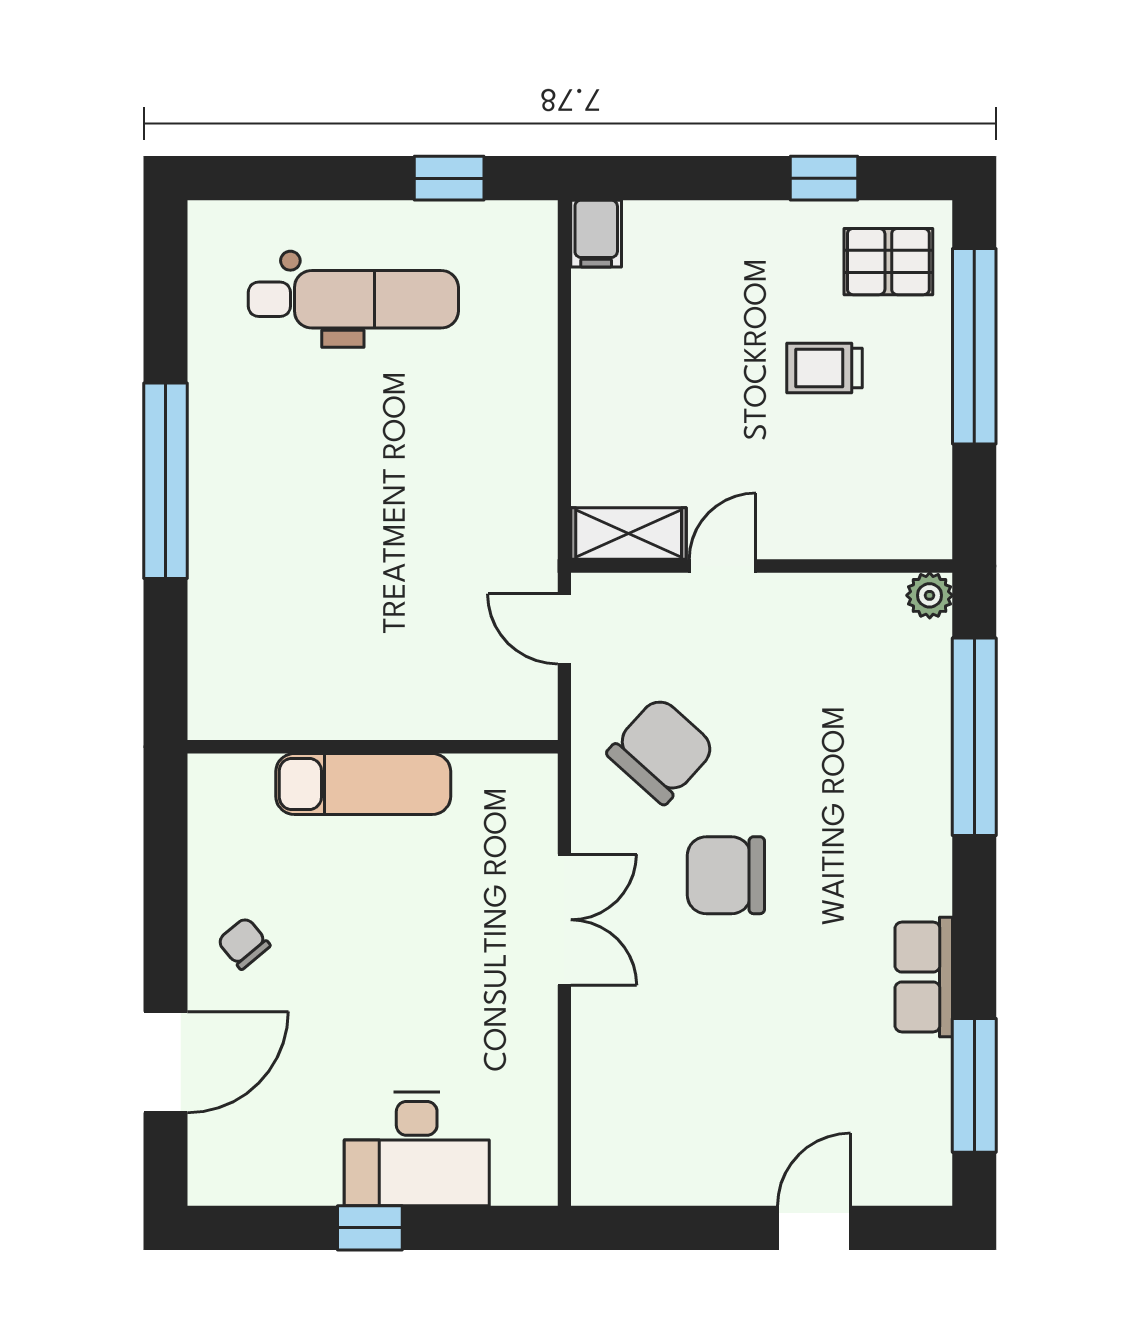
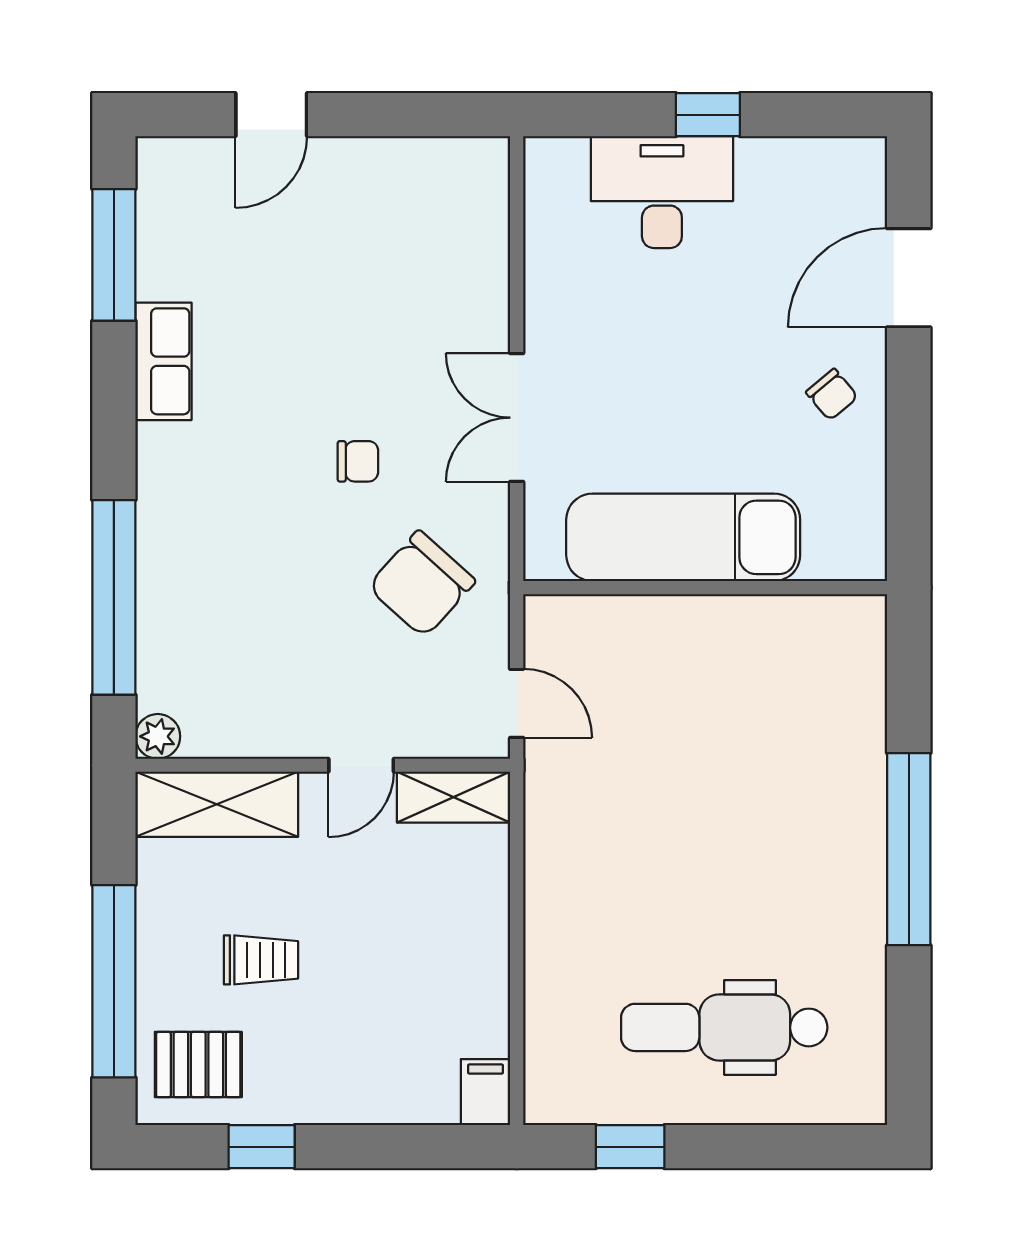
shelving: (870, 526) -> (217, 804), added
exam couch: (363, 784) -> (683, 537), width x1.36, depth x1.45
chair: (726, 875) -> (358, 461), width x0.54, depth x0.54

